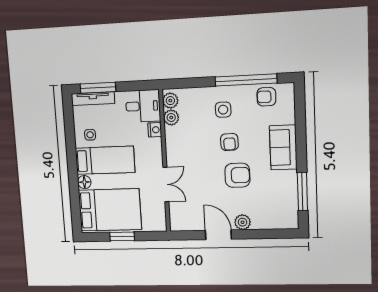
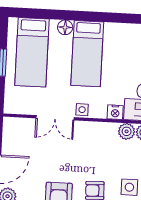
side table: (90, 135) -> (82, 110), moved
bed: (110, 210) -> (32, 52), width x0.67

